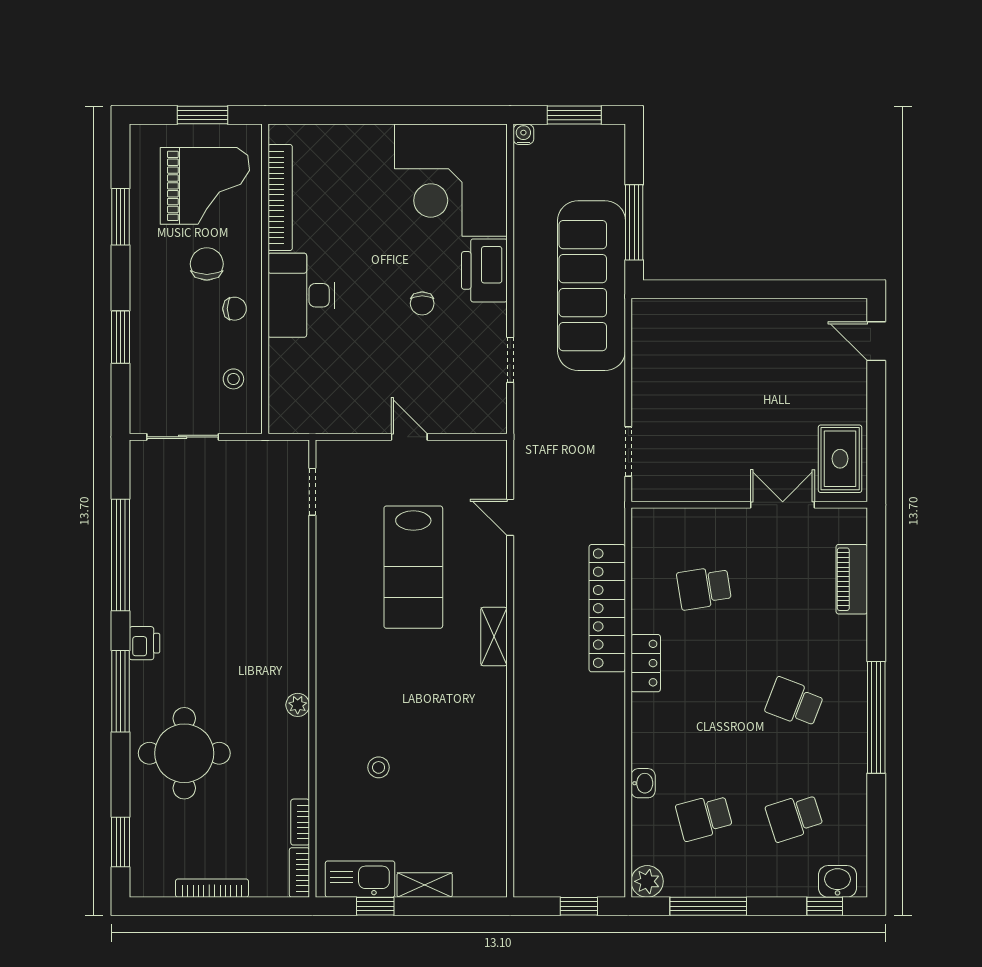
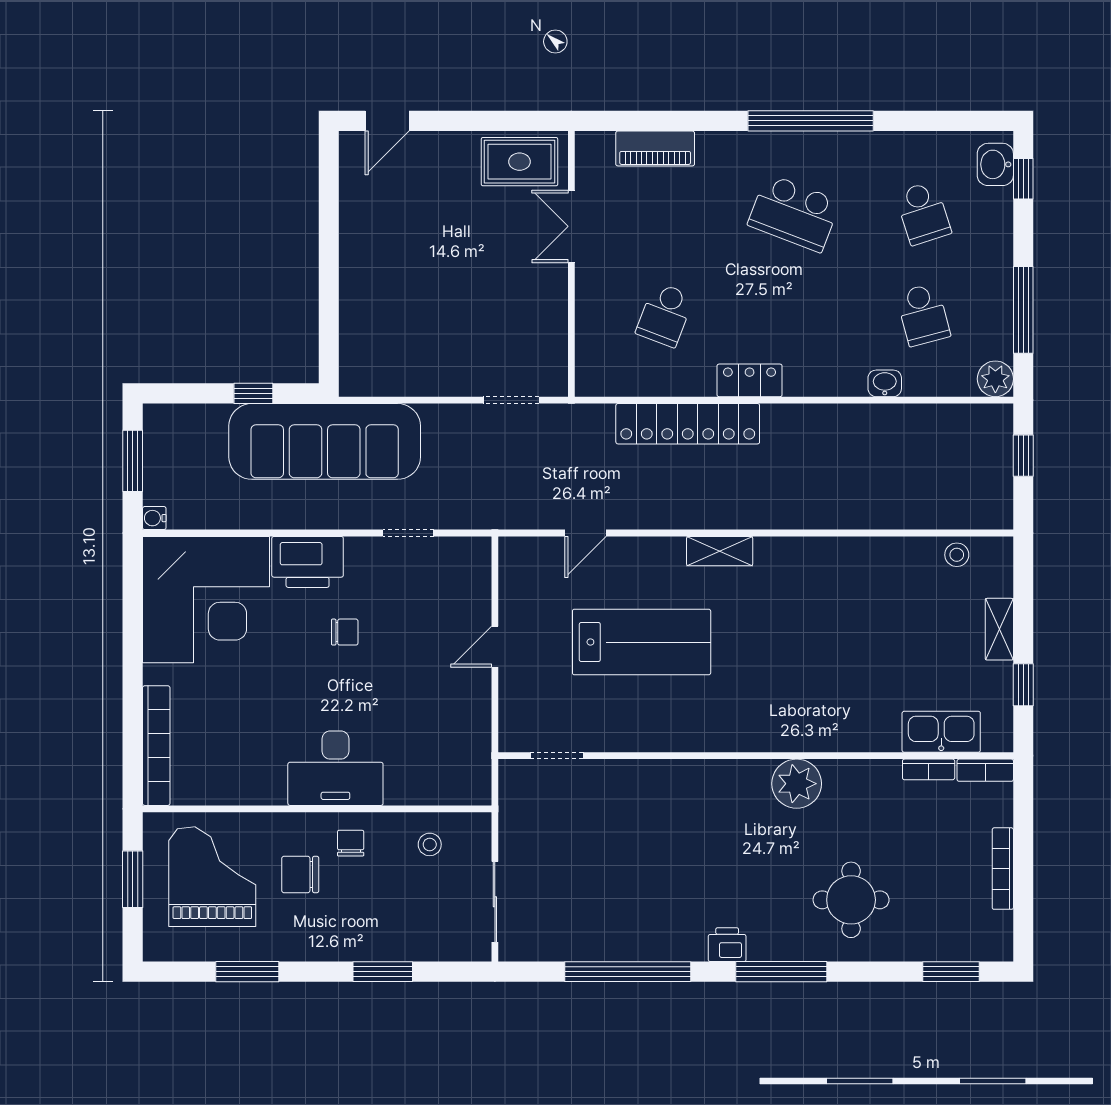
bookcase: (280, 197) -> (156, 746), moved, turned 90
window: (634, 222) -> (253, 393), width x0.46
school desk: (704, 588) -> (665, 315), turned 30
school desk: (794, 703) -> (794, 213), width x1.85
plant: (298, 705) -> (797, 784), width x1.88, depth x1.88
round table: (184, 753) -> (851, 900), width x0.73, depth x0.73
stool: (379, 767) -> (957, 555), moved
kitchen sink: (360, 879) -> (941, 732), moved, turned 90

